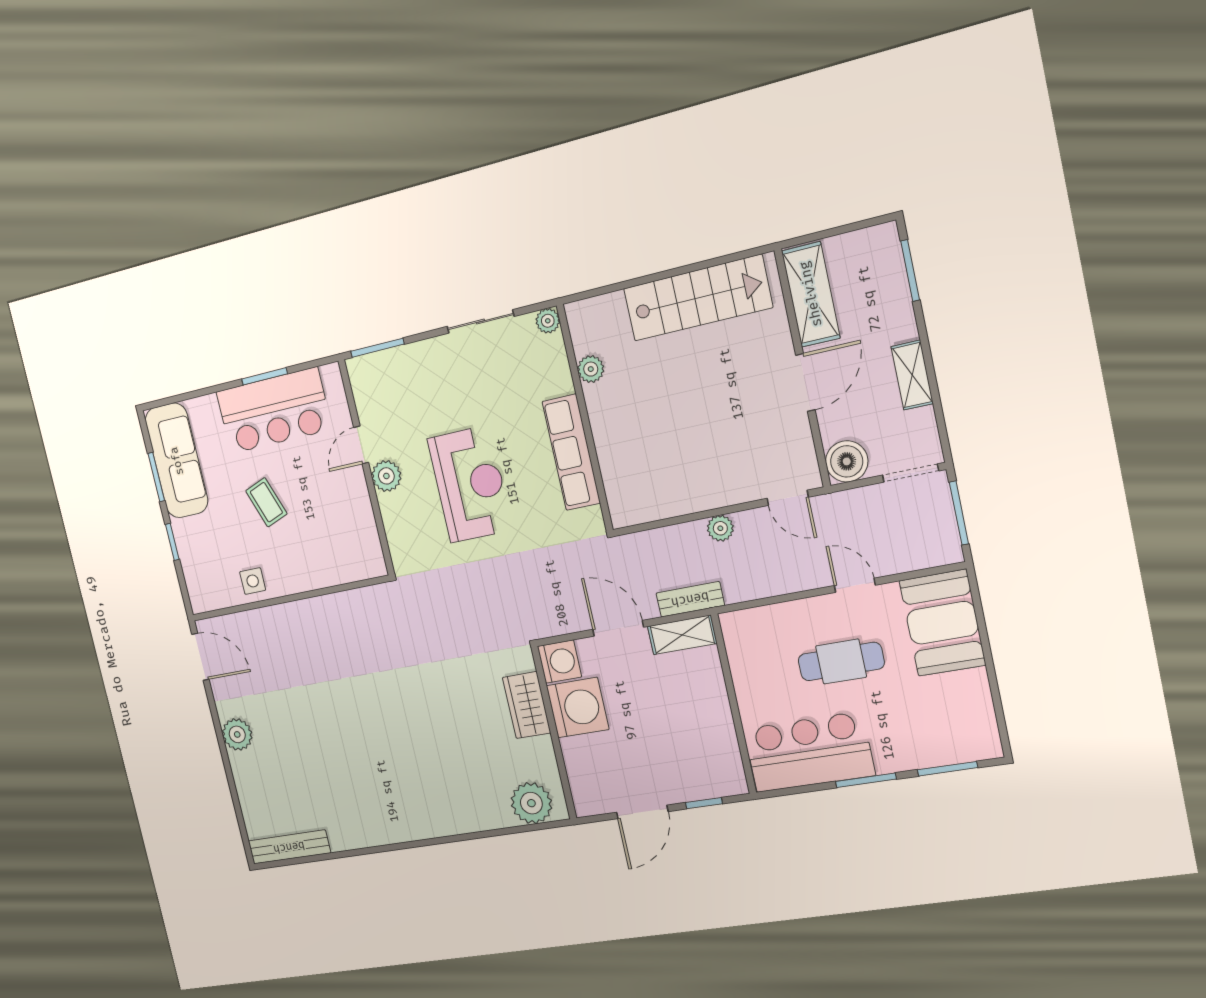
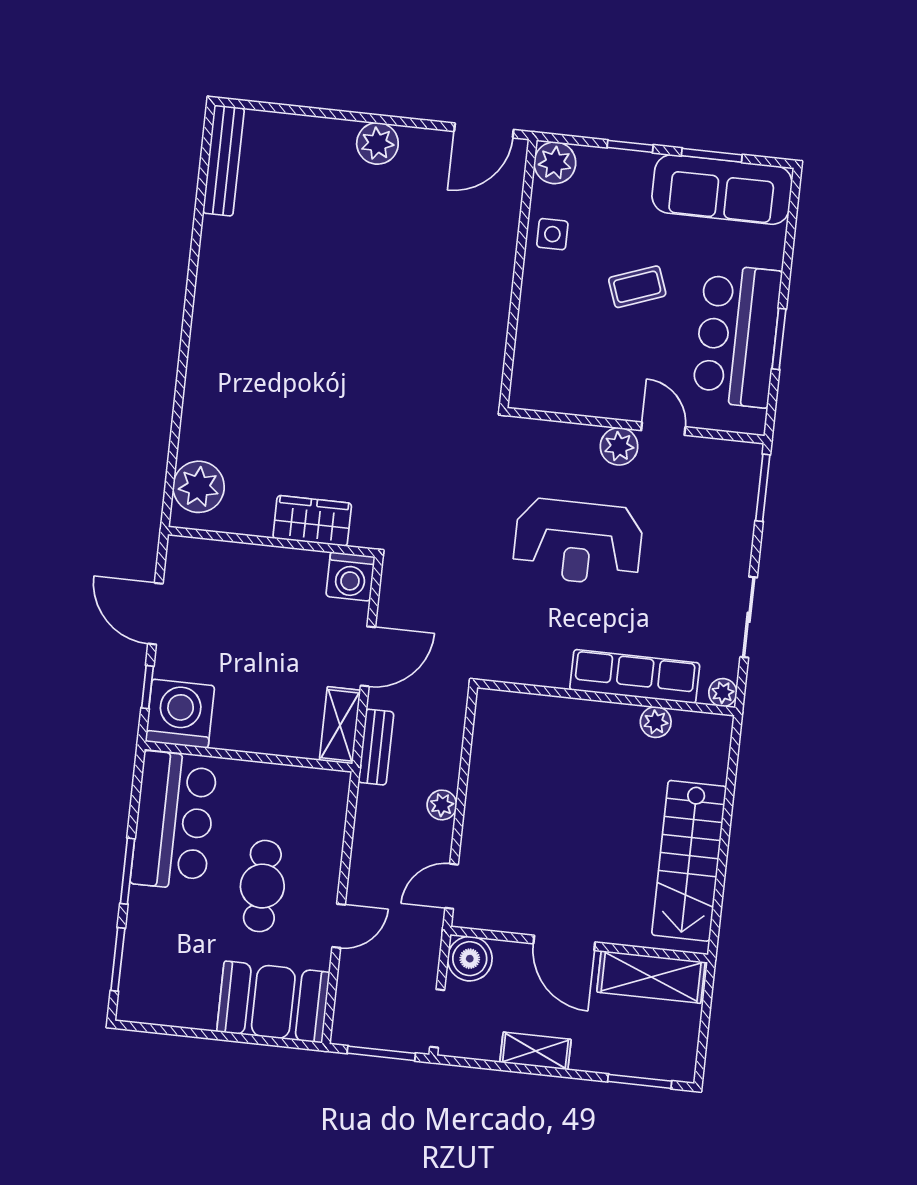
row of seats: (571, 452) -> (635, 676), moved
plant: (203, 596) -> (555, 163), added
washing machine: (578, 708) -> (180, 714), moved, turned 180

